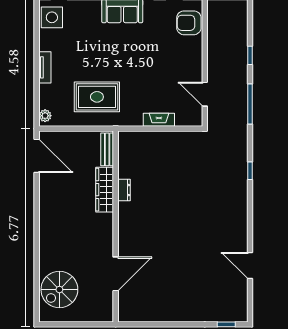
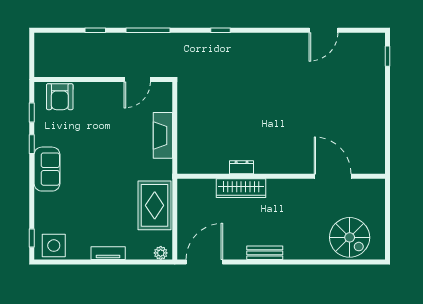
rug: (97, 97) -> (155, 205), moved
fireplace: (159, 120) -> (163, 135), width x1.37, depth x1.32
bench: (107, 149) -> (265, 253), moved

